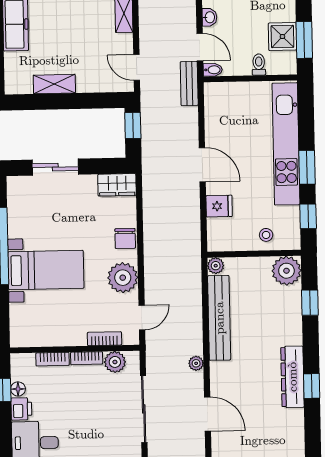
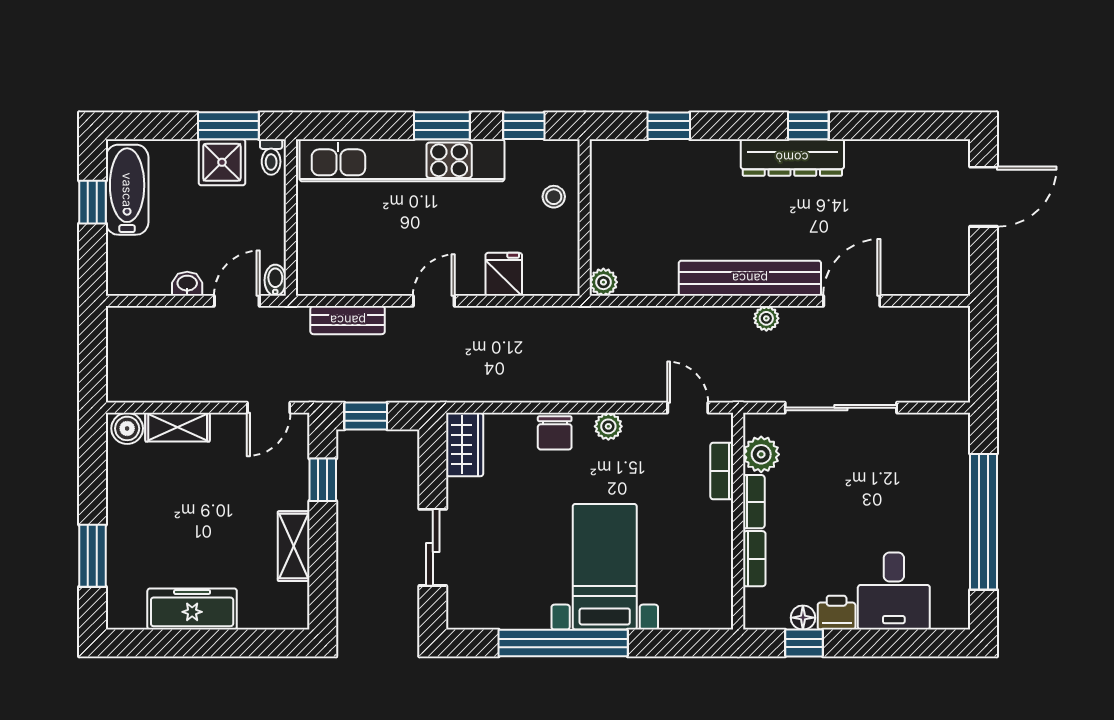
toilet: (259, 65) -> (271, 157), moved, turned -90
bench: (189, 84) -> (348, 320), moved
window: (94, 101) -> (323, 480), added
door: (202, 165) -> (434, 301), width x0.73
chair: (125, 238) -> (555, 433), turned 90
plant: (286, 271) -> (614, 164), removed
plant: (123, 278) -> (608, 426), width x0.53, depth x0.53
bench: (219, 318) -> (750, 278), moved

